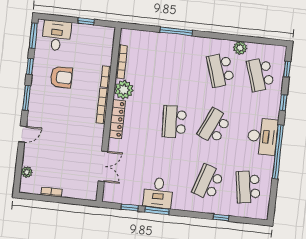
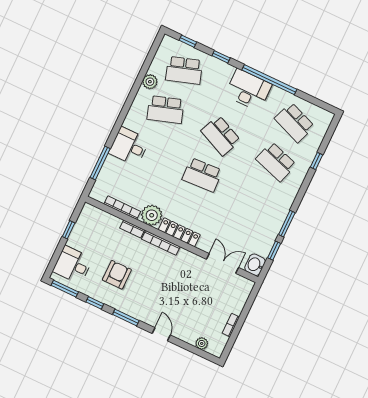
window: (176, 31) -> (100, 163), moved
school desk: (248, 187) -> (294, 122), turned 30
desk: (158, 193) -> (129, 146), moved, turned 180
washbasin: (112, 195) -> (255, 265), added

